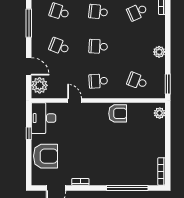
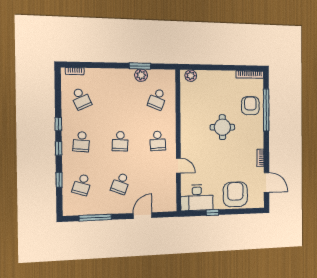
plant: (159, 52) -> (141, 75), moved
window: (168, 84) -> (140, 66), moved
plant: (40, 85) -> (163, 203), removed
door: (75, 100) -> (178, 166), swing flipped
armchair: (118, 113) -> (250, 106), moved
round table: (111, 144) -> (222, 127), added

